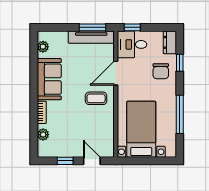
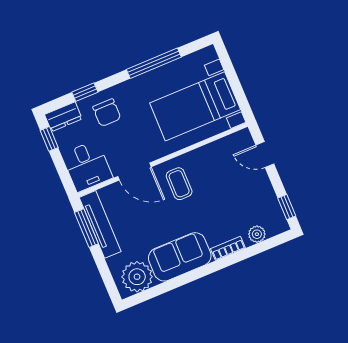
window: (132, 27) -> (49, 139), moved
plant: (43, 47) -> (137, 277), width x1.88, depth x1.88
chair: (161, 71) -> (107, 113), turned 90
window: (65, 161) -> (287, 207), moved
door: (92, 161) -> (265, 155), hinge flipped

